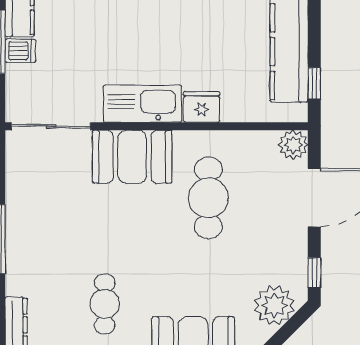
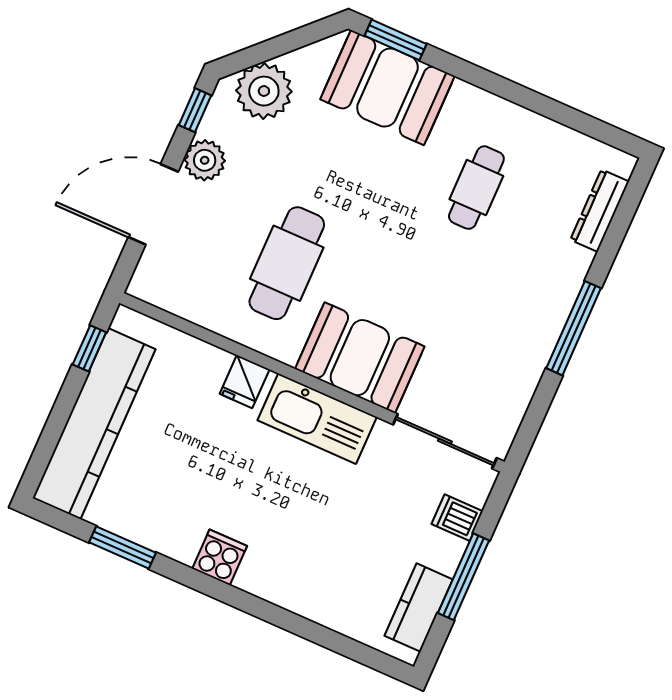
dishwasher: (20, 51) -> (457, 518), moved
fridge: (202, 107) -> (245, 382), width x0.72
plant: (293, 145) -> (205, 160), moved

